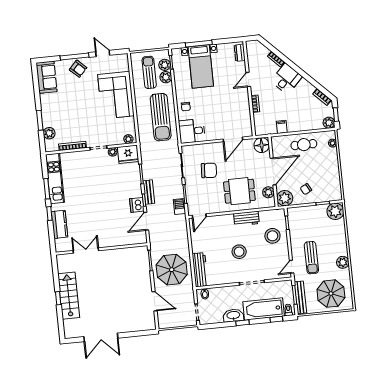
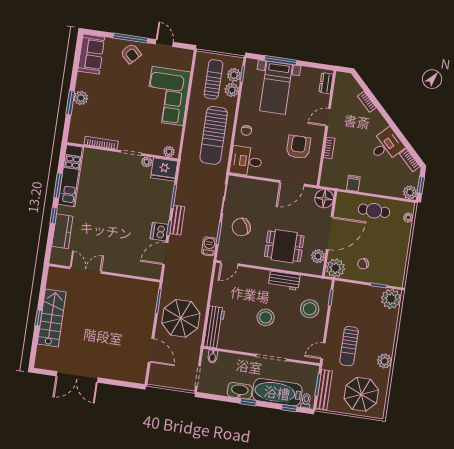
desk: (287, 79) -> (386, 145), moved
armchair: (231, 109) -> (298, 147), added
plant: (49, 133) -> (81, 98), moved
chair: (209, 170) -> (241, 227), moved, turned 148

